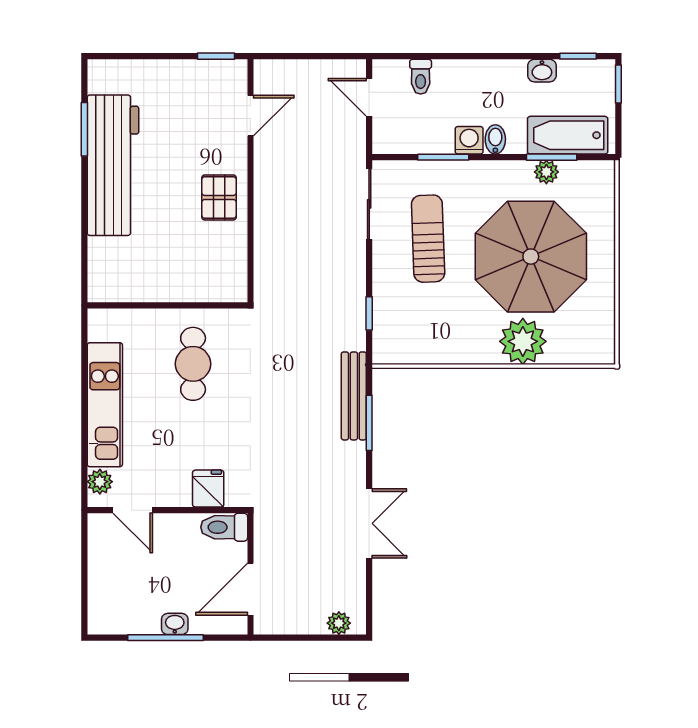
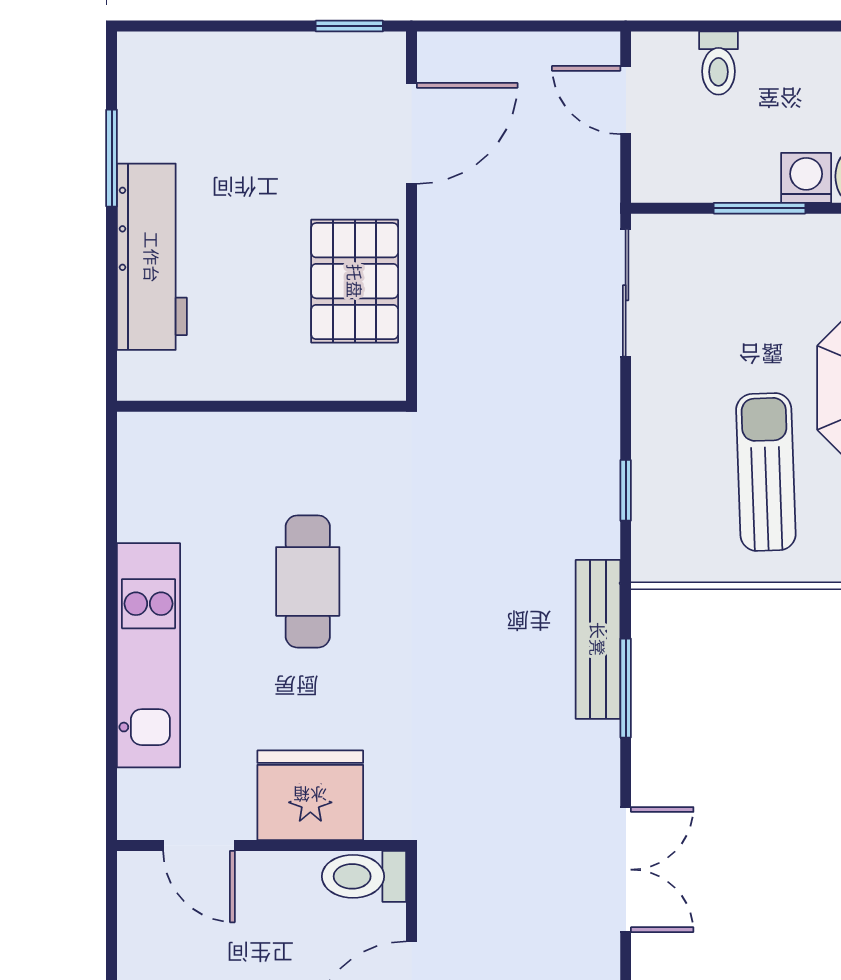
door: (250, 116) -> (411, 133), width x1.38
workbench: (113, 165) -> (152, 257), width x0.73, depth x0.76
pallet: (219, 197) -> (355, 281), width x1.50, depth x1.42
sun lounger: (428, 239) -> (766, 472), moved
wall: (167, 305) -> (261, 406), moved
plant: (100, 482) -> (139, 794), removed
fridge: (208, 489) -> (310, 795), width x1.88, depth x1.34

